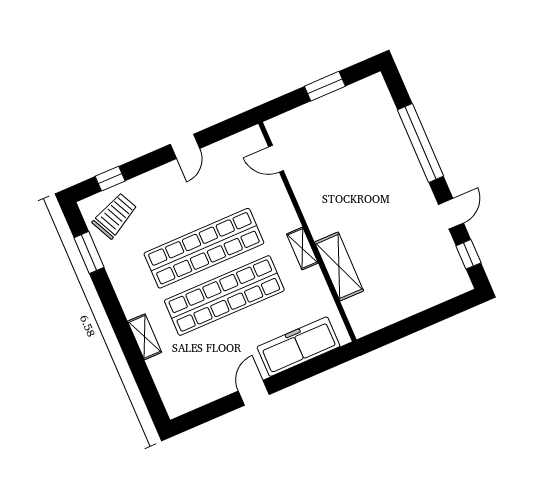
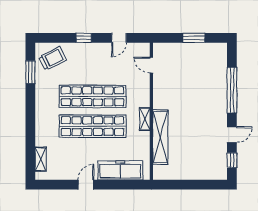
door: (185, 146) -> (119, 38), moved
window: (110, 179) -> (84, 38), moved
shelving: (339, 266) -> (160, 137), width x1.47
shelving: (145, 337) -> (41, 159), moved

